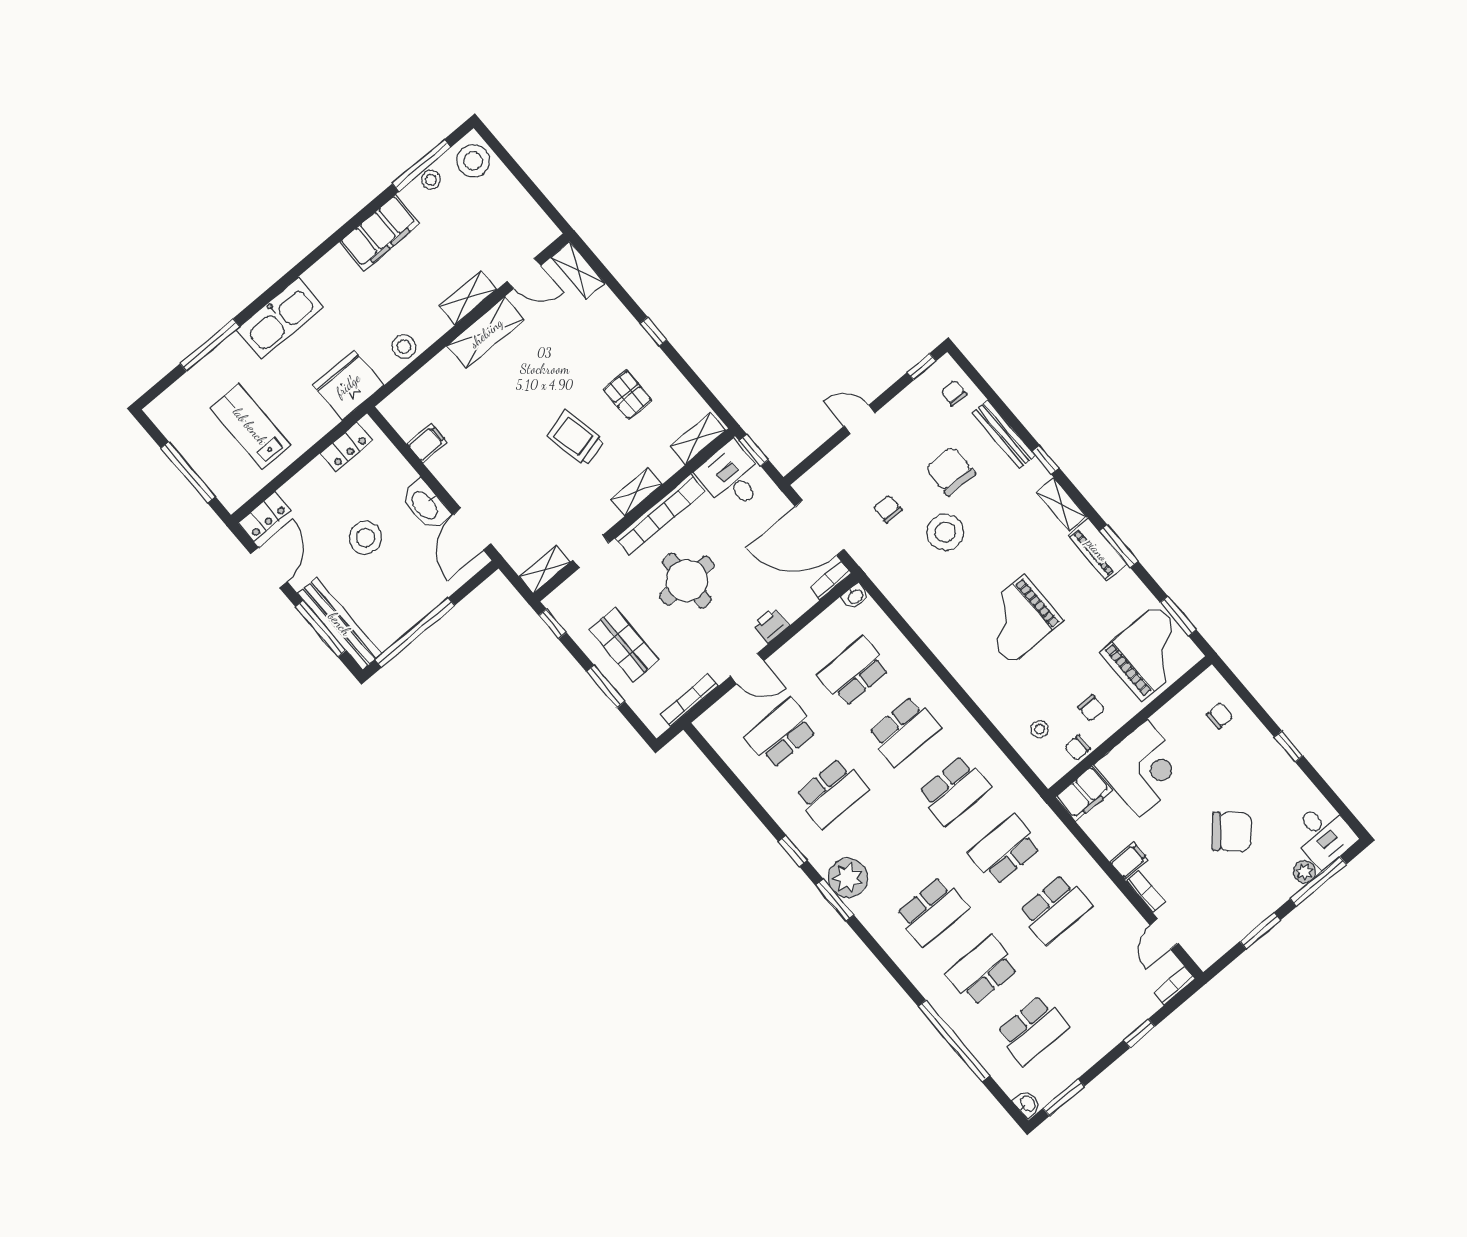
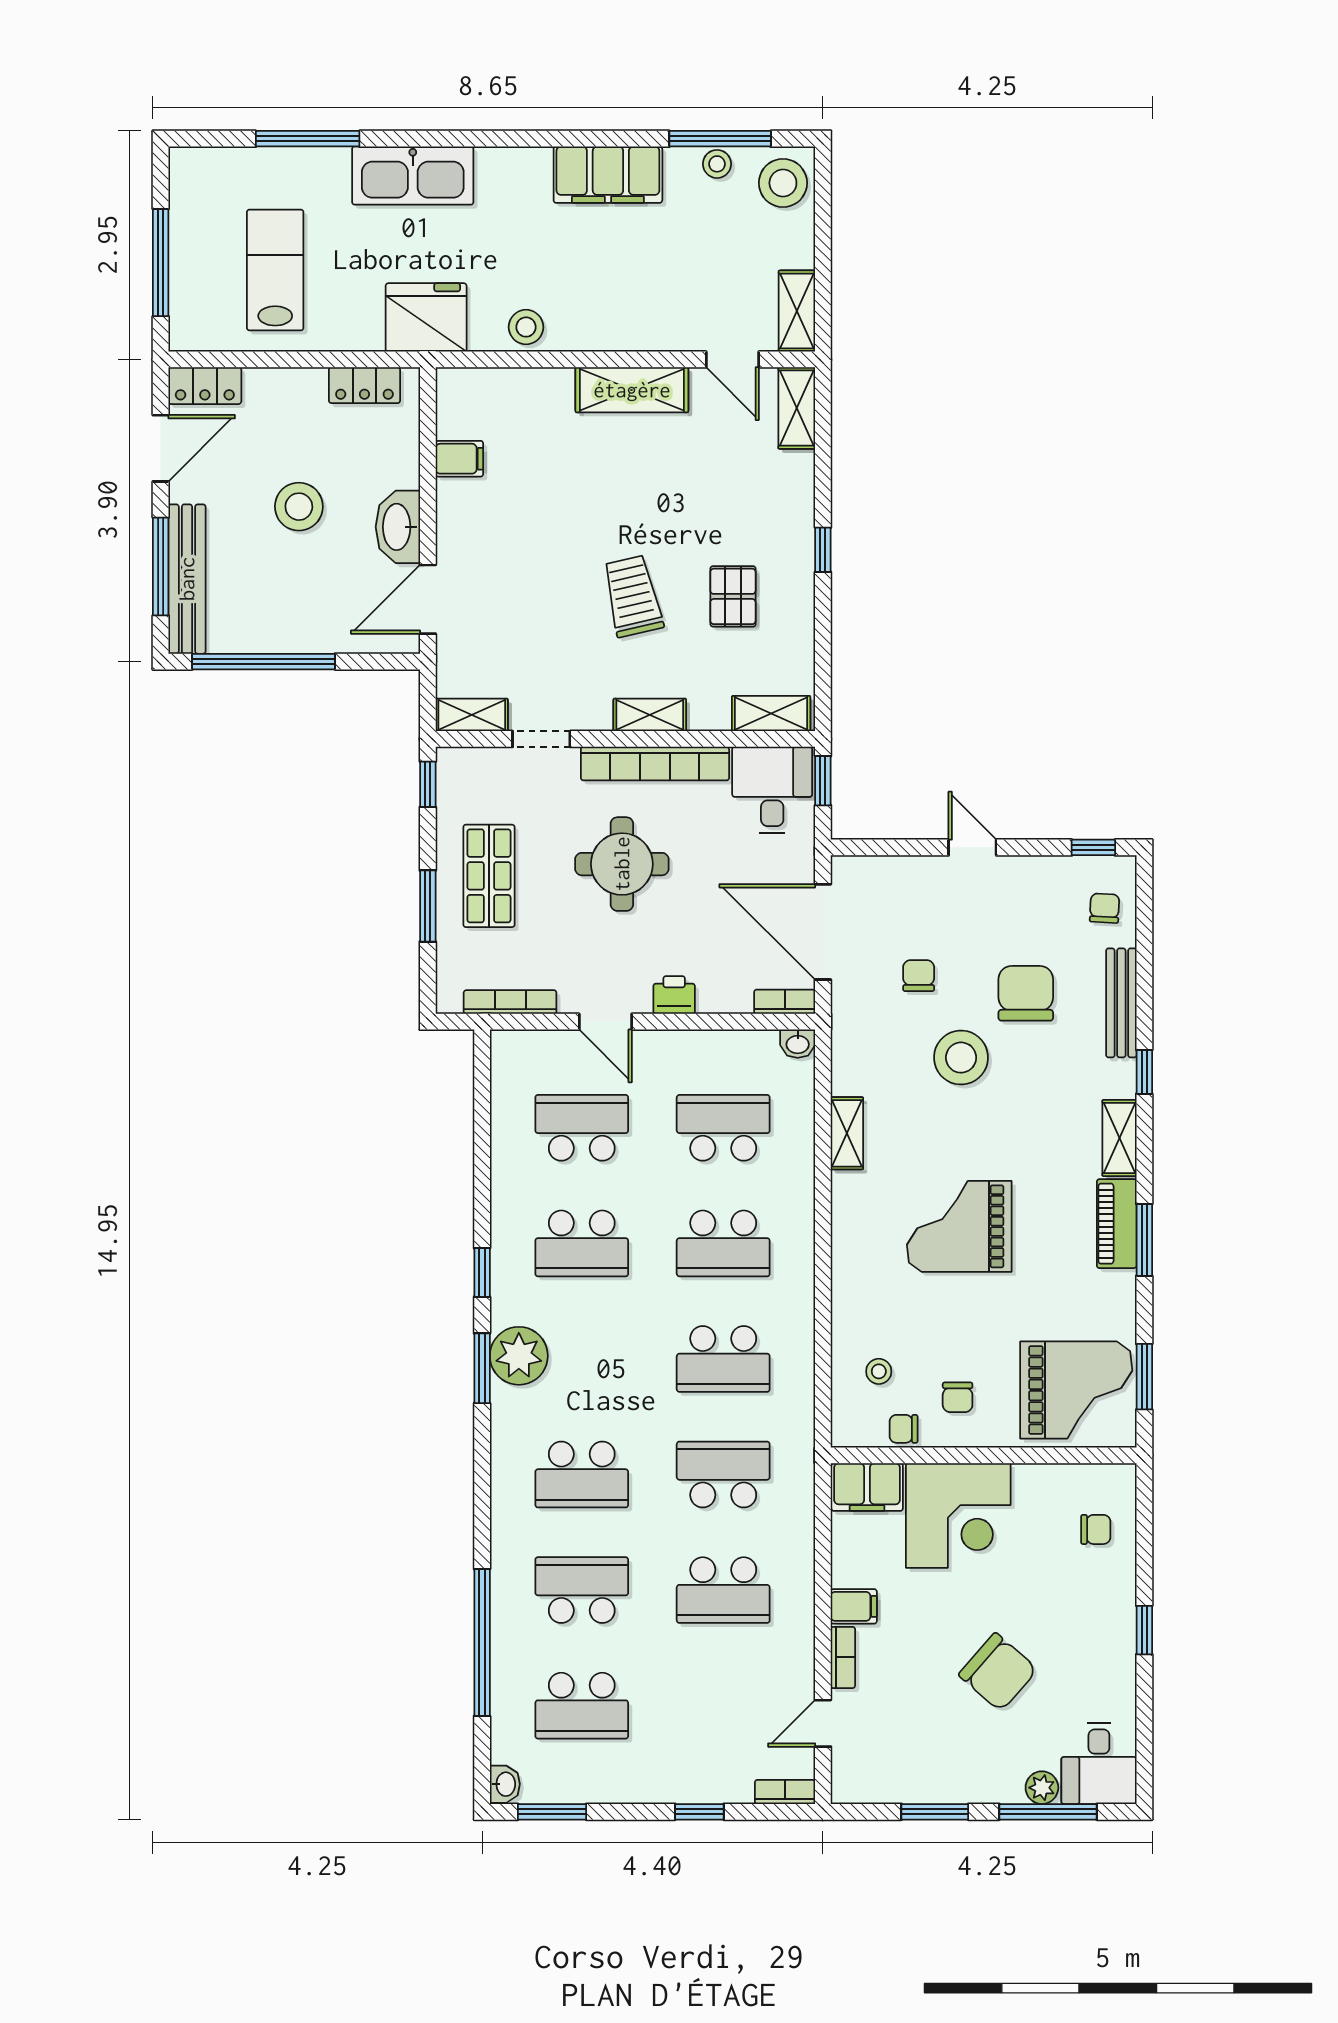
shelving: (468, 298) -> (797, 311), moved, turned 90
shelving: (920, 621) -> (847, 1133), added

